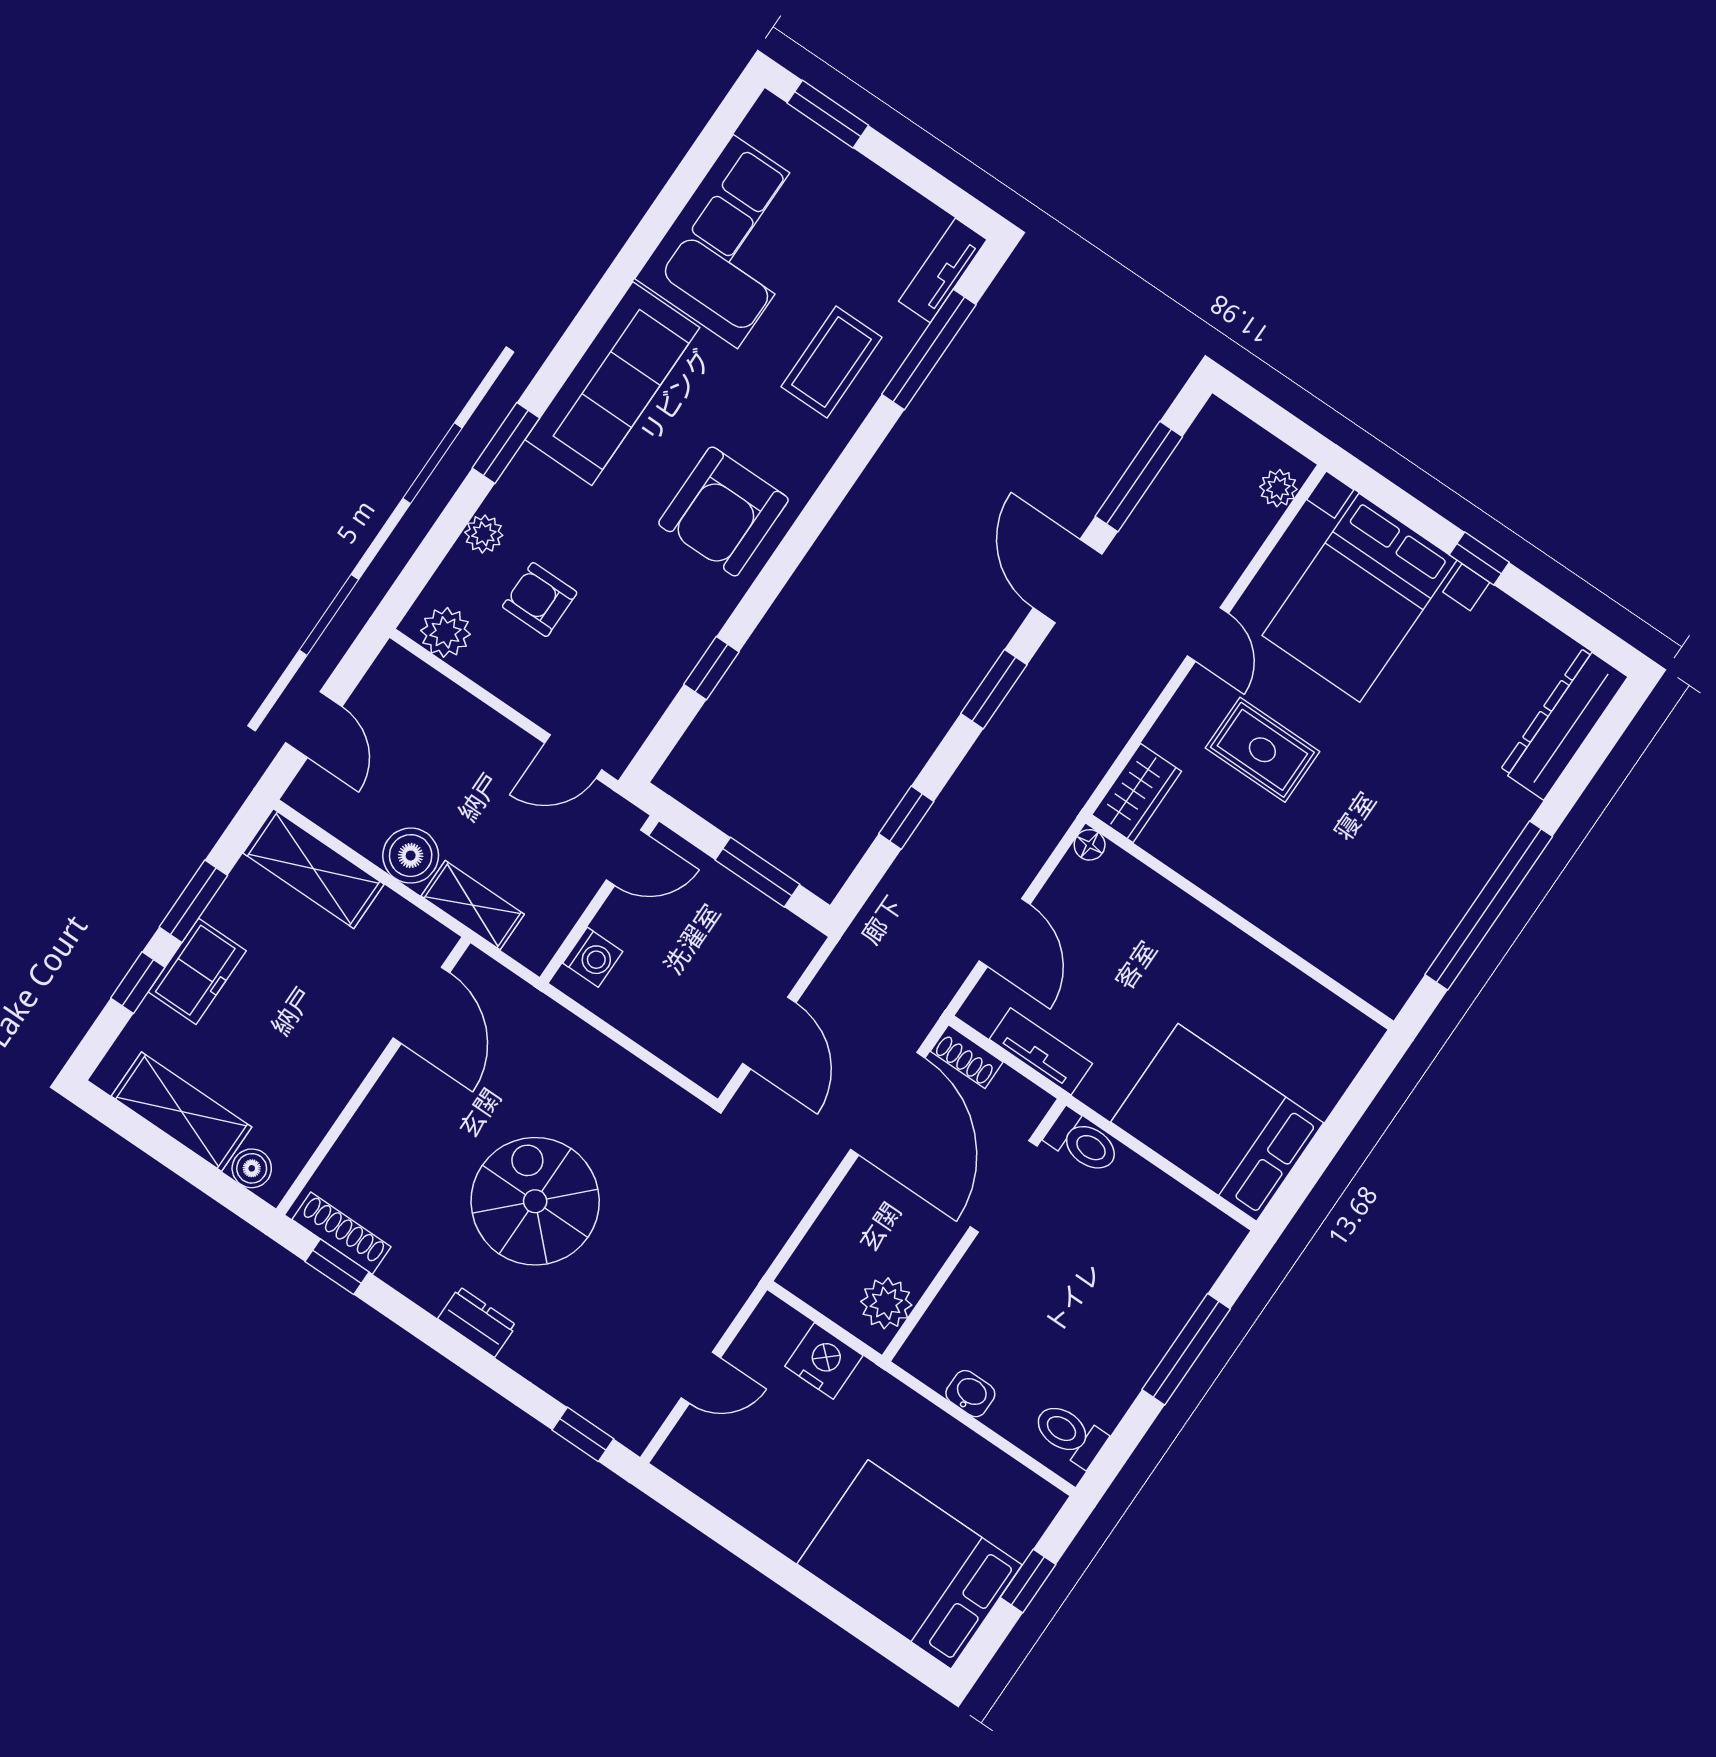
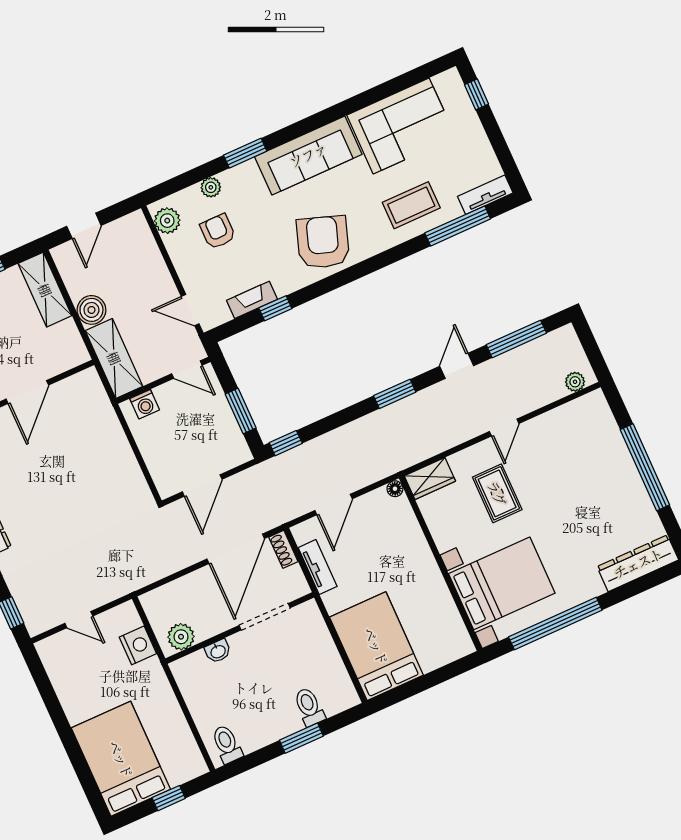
window: (828, 114) -> (477, 94), width x0.67
armchair: (723, 511) -> (323, 242), turned 109
window: (1479, 559) -> (645, 467), width x3.17
door: (1068, 581) -> (457, 366), width x0.73
bed with nightstands: (1359, 598) -> (502, 583), moved, turned 180
fireplace: (665, 678) -> (252, 300), added
window: (906, 818) -> (286, 443), moved
shelving: (473, 905) -> (114, 358), width x1.50, depth x1.33
door: (421, 1005) -> (27, 392), moved
toilet: (1083, 1142) -> (309, 707), moved, turned 180
spiral stairs: (535, 1201) -> (53, 497), removed
window: (1186, 1349) -> (301, 738), width x0.69
washbasin: (970, 1394) -> (218, 651), moved, turned 90

